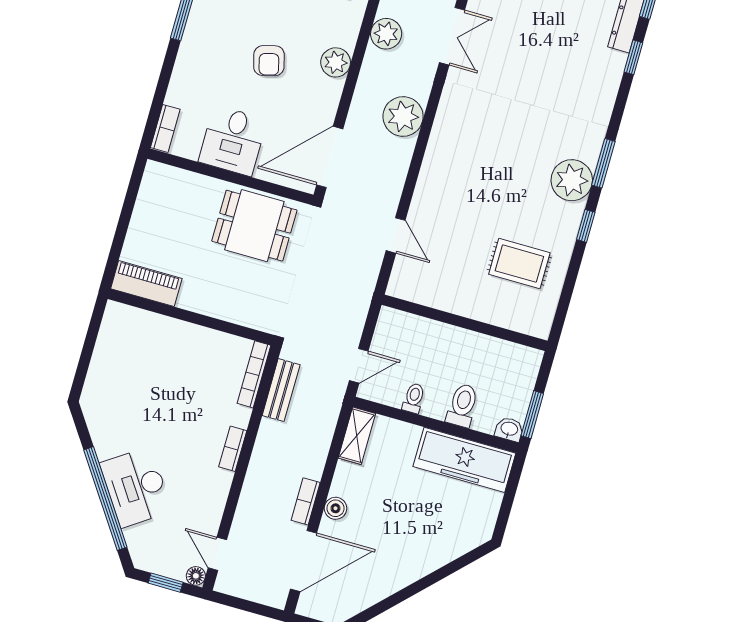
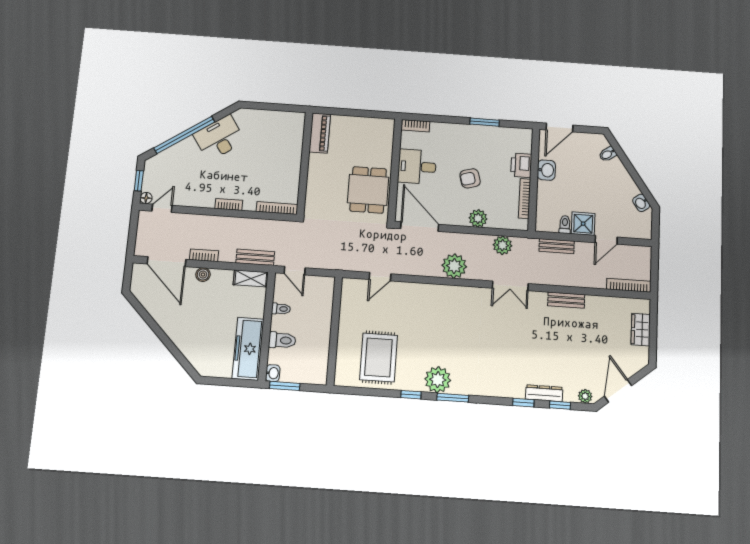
rug: (519, 264) -> (378, 357), width x1.36, depth x1.43
bench: (281, 390) -> (255, 257), moved
desk: (136, 487) -> (219, 138), moved

